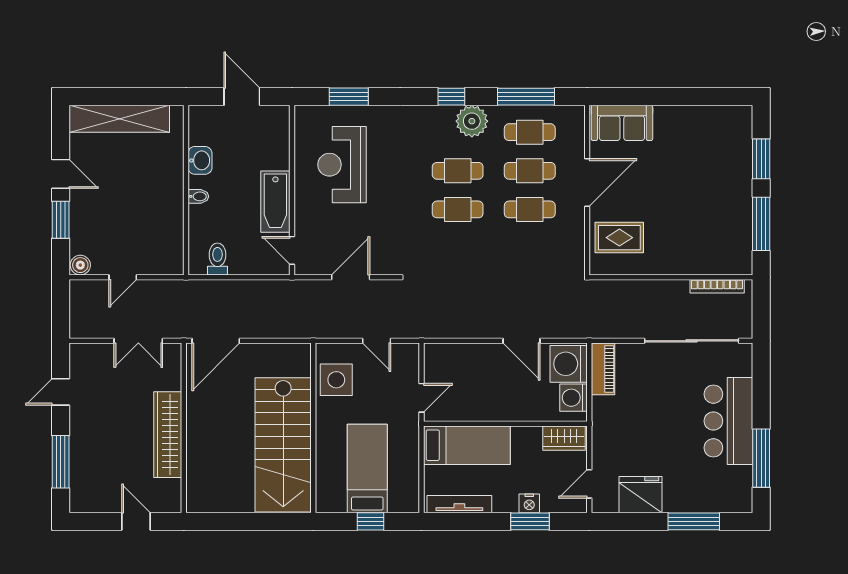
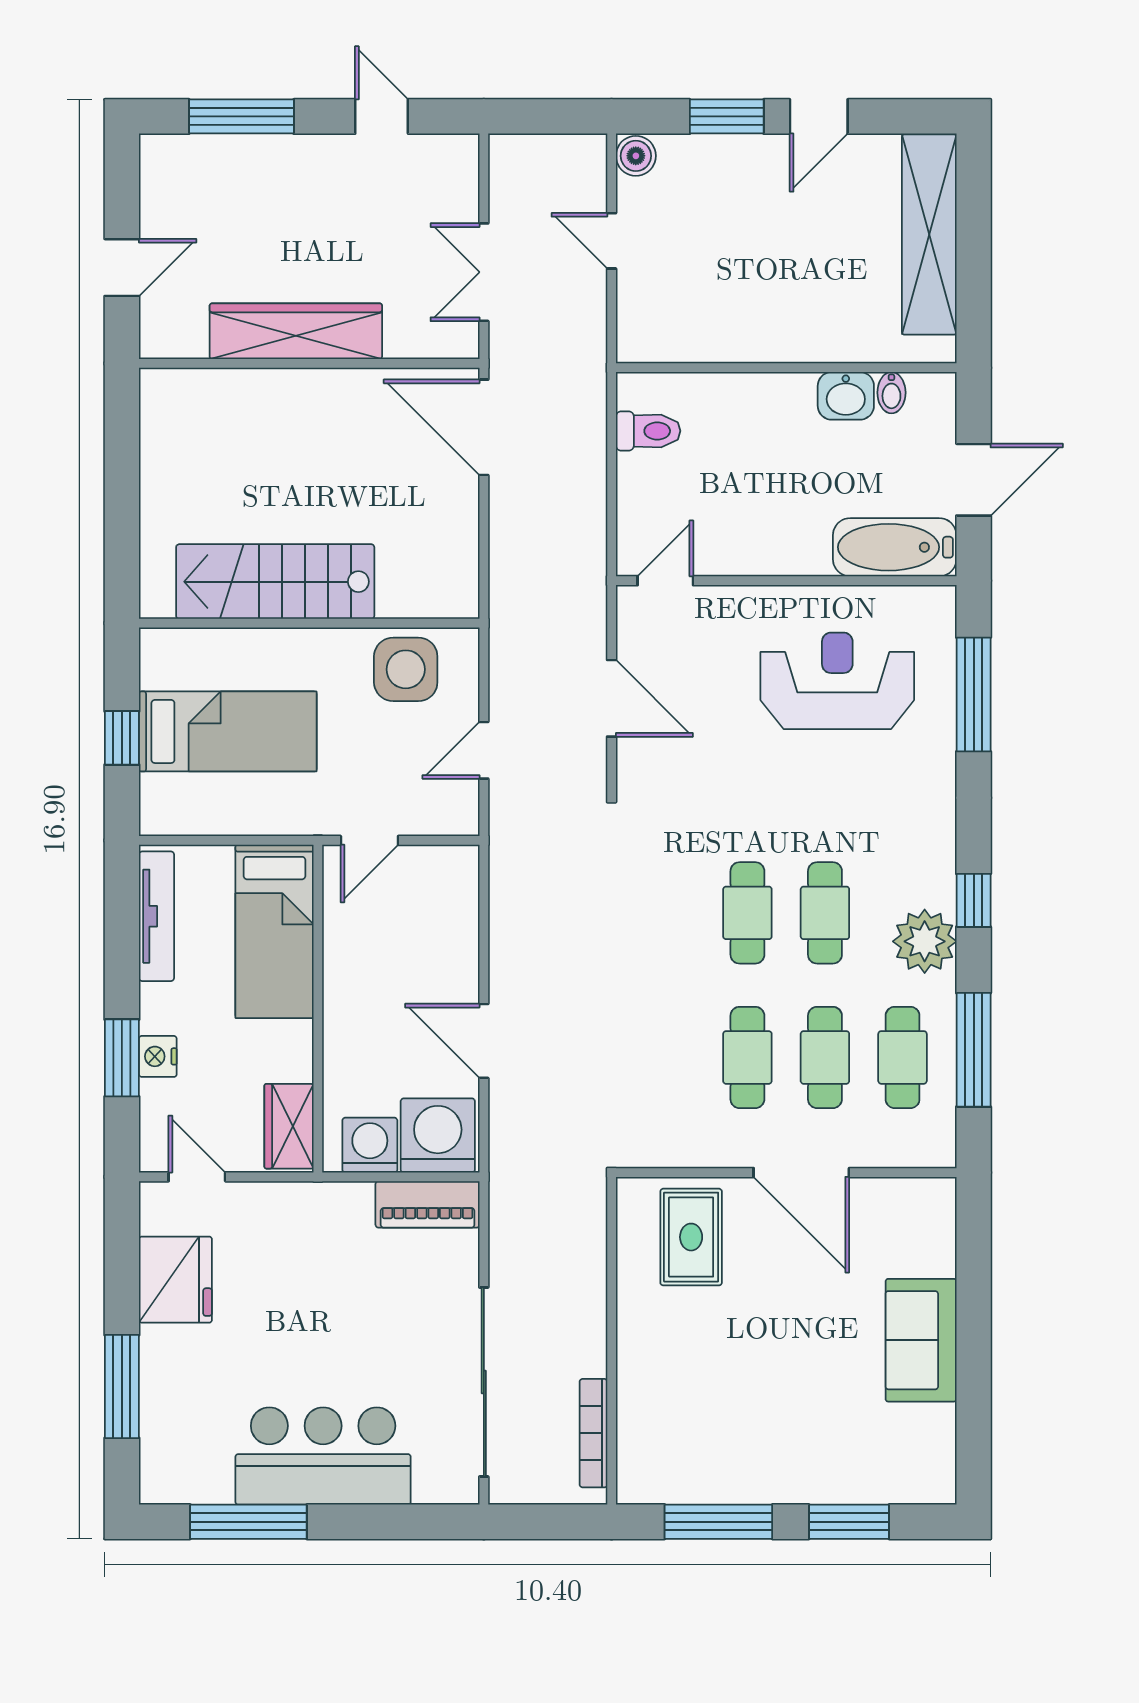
window: (349, 97) -> (974, 695), width x1.44
sofa: (622, 123) -> (921, 1340), moved
bidet: (198, 196) -> (891, 393), moved
bathtub: (275, 202) -> (895, 547), moved
door: (522, 341) -> (484, 1041), hinge flipped
door: (422, 398) -> (369, 840), hinge flipped
stairs: (283, 445) -> (275, 582), width x0.73, depth x0.66

